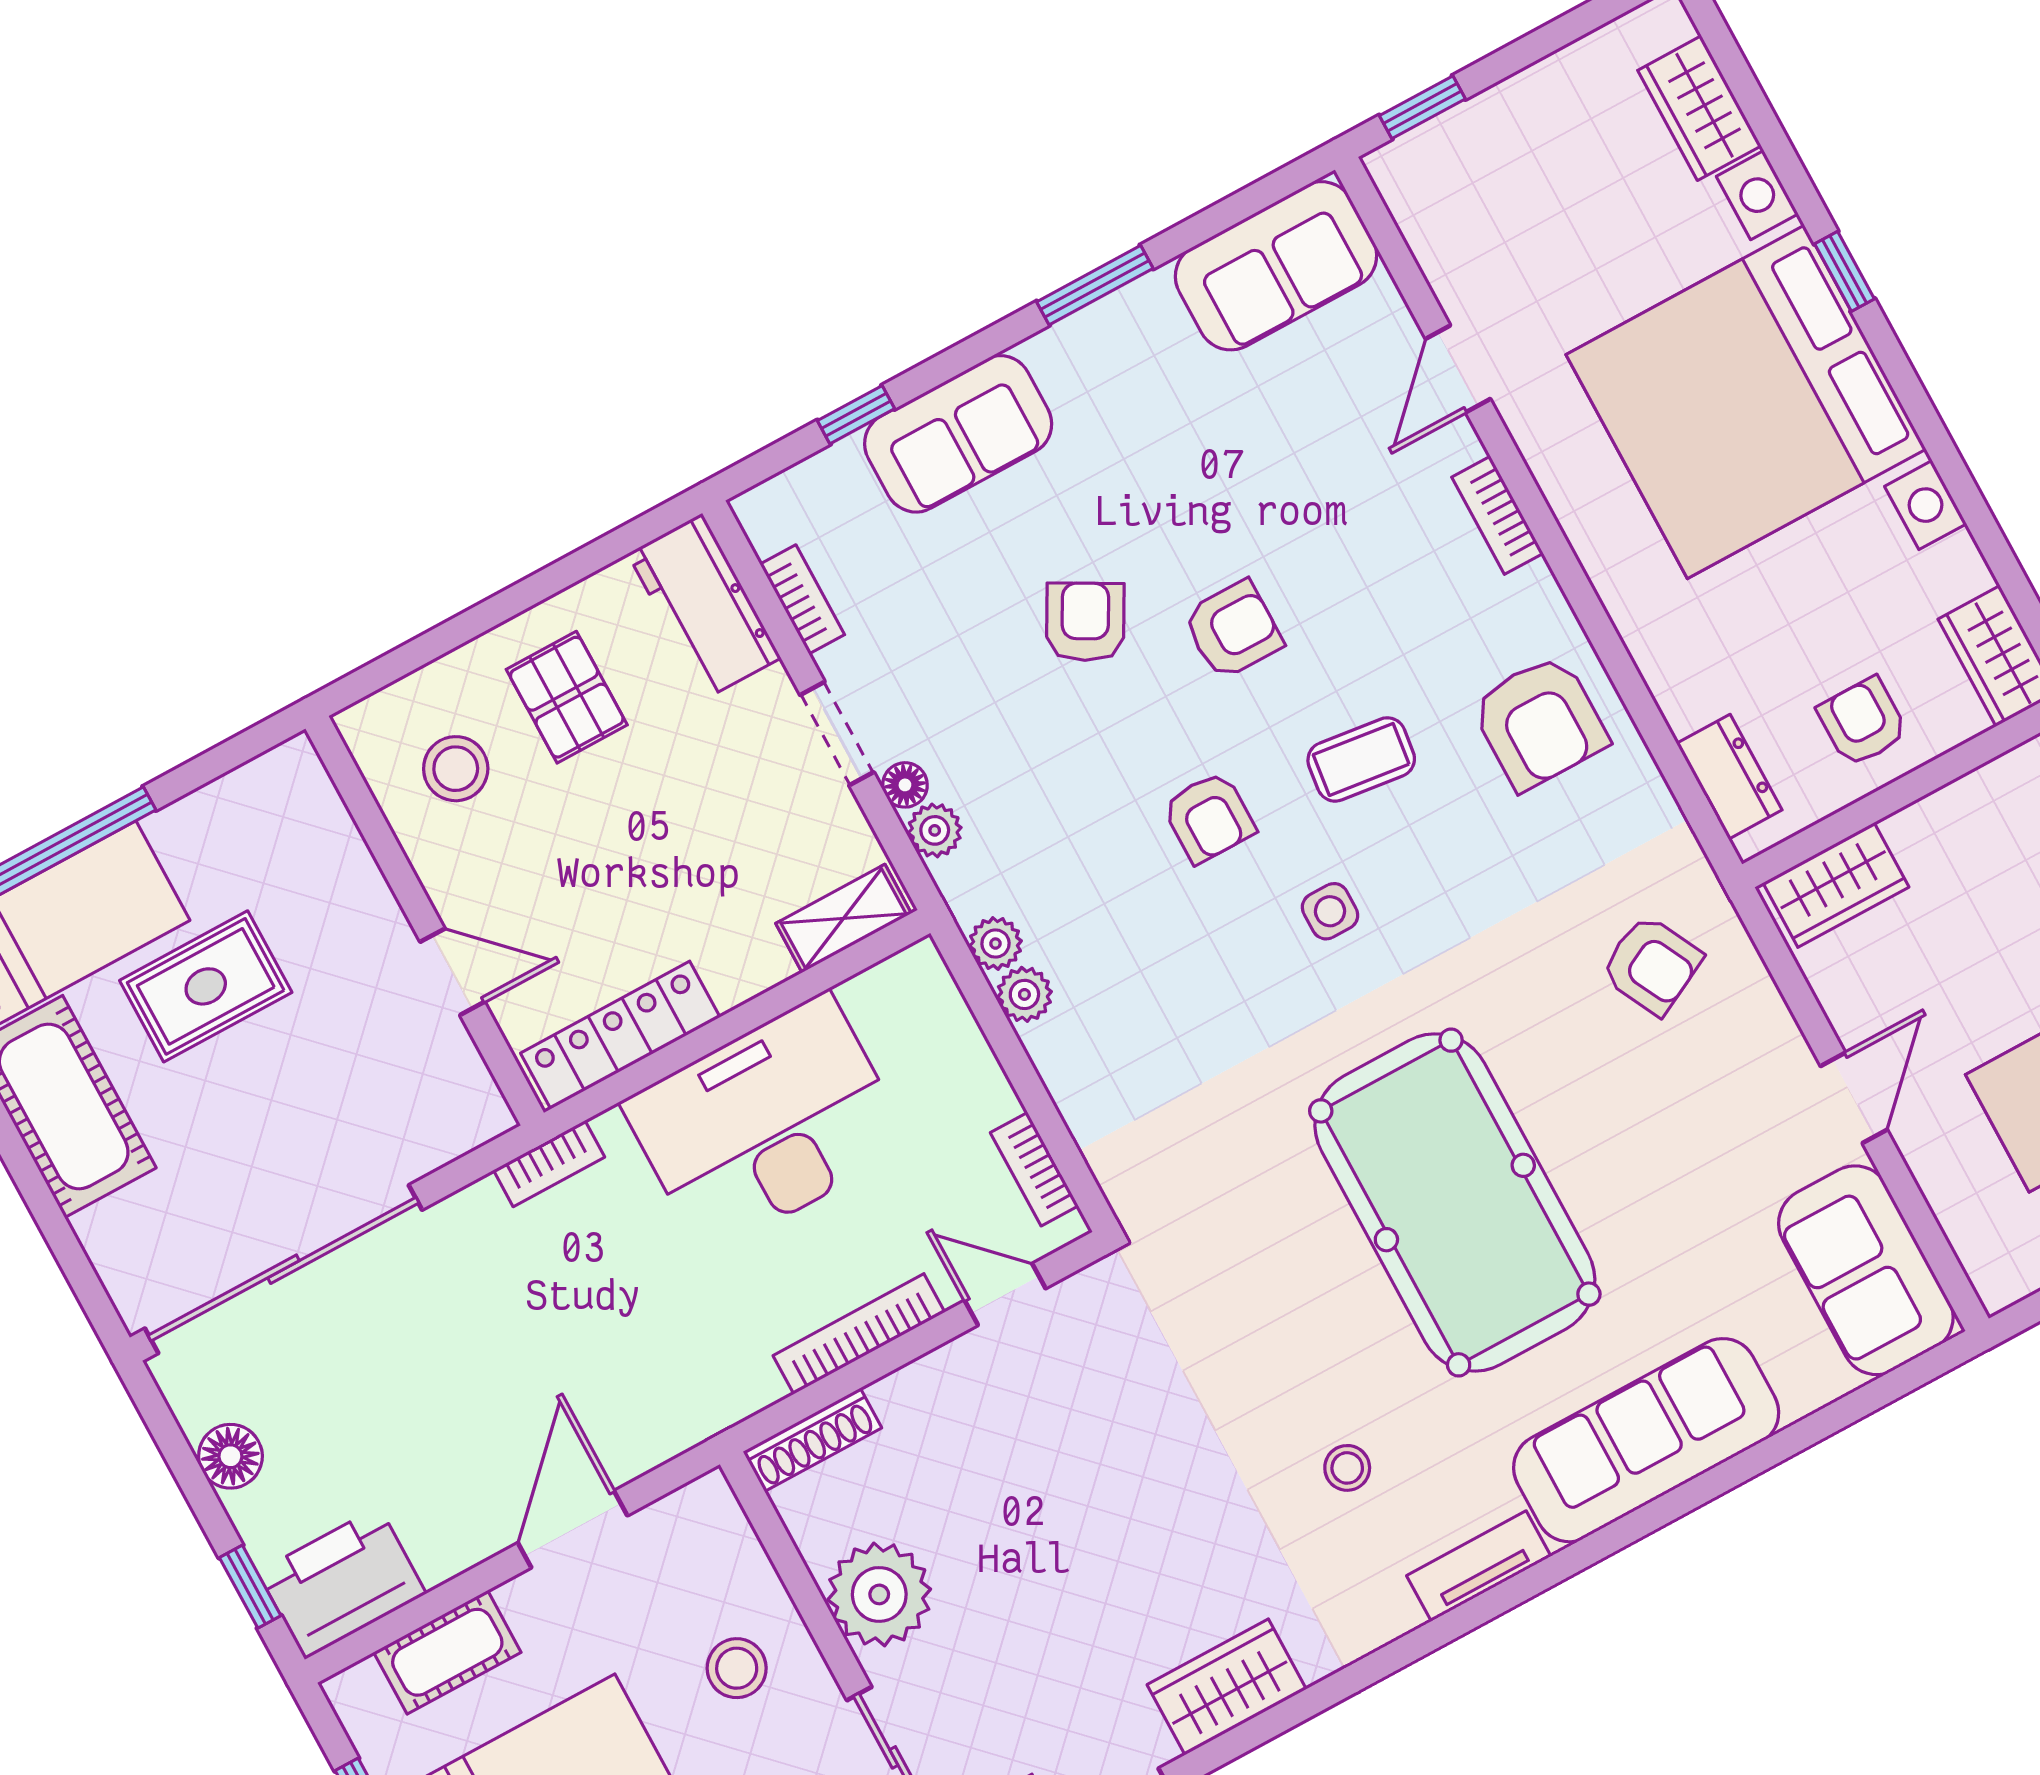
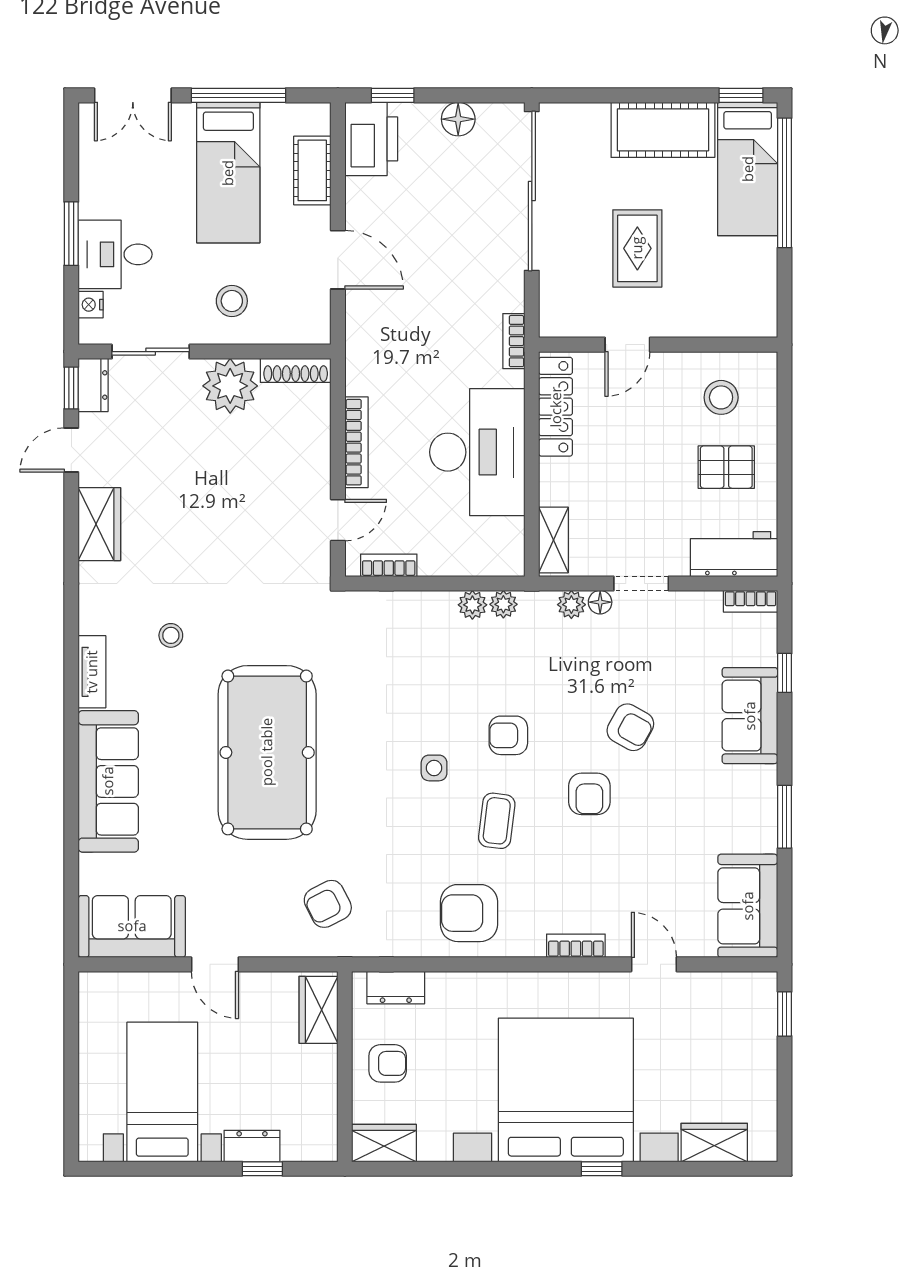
bookcase: (802, 599) -> (751, 601), moved
rug: (206, 986) -> (637, 248), moved
pool table: (1455, 1202) -> (267, 752), turned 90
shoe rack: (812, 1440) -> (296, 370), moved, turned -90

